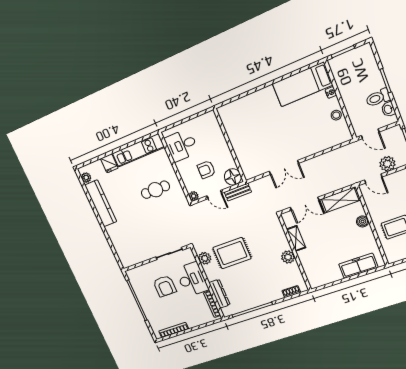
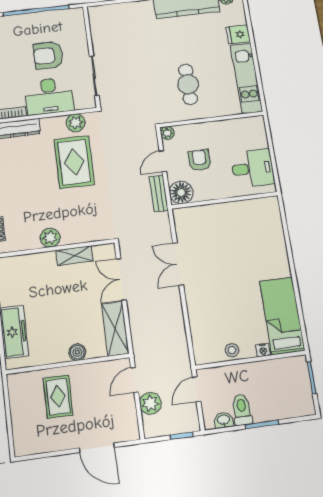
desk: (181, 145) -> (253, 168), moved, turned 90

